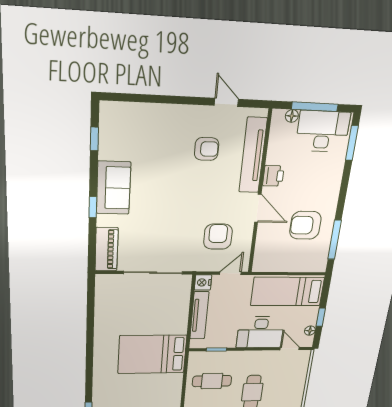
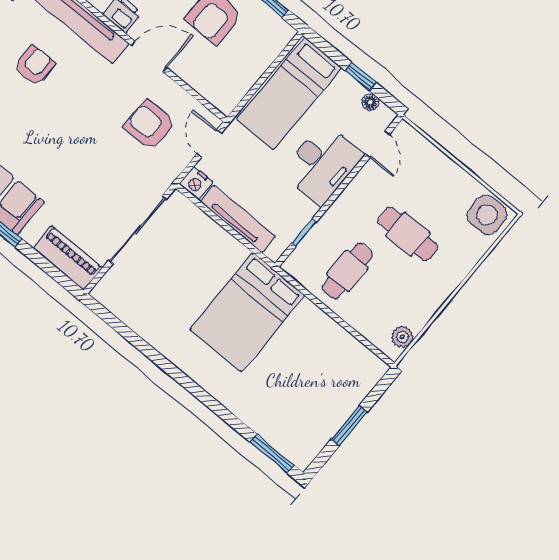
door: (290, 349) -> (378, 144), swing flipped

